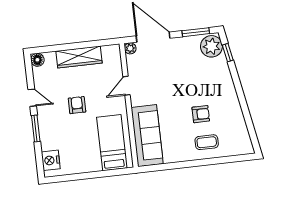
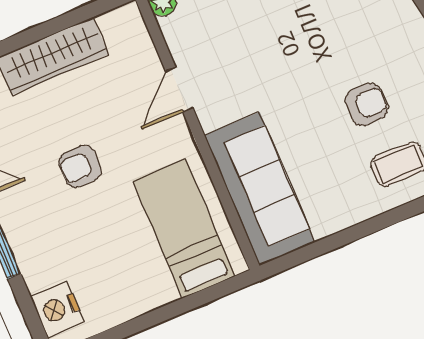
armchair: (77, 105) -> (80, 166), turned -90

